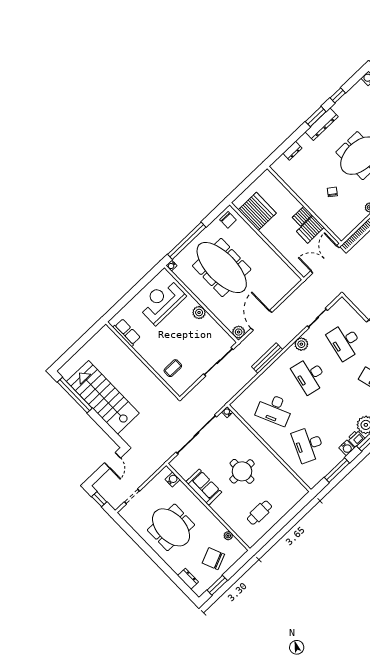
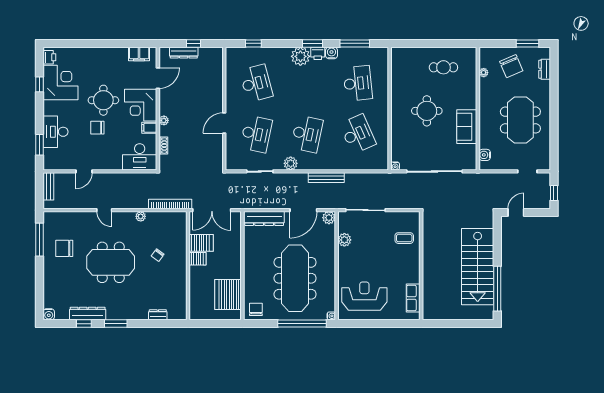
dresser: (322, 124) -> (88, 314), moved
dresser: (283, 288) -> (264, 218), added
reception desk: (162, 301) -> (364, 296), turned 180
plant: (199, 313) -> (344, 240), moved
desk: (308, 444) -> (358, 83), turned -30

